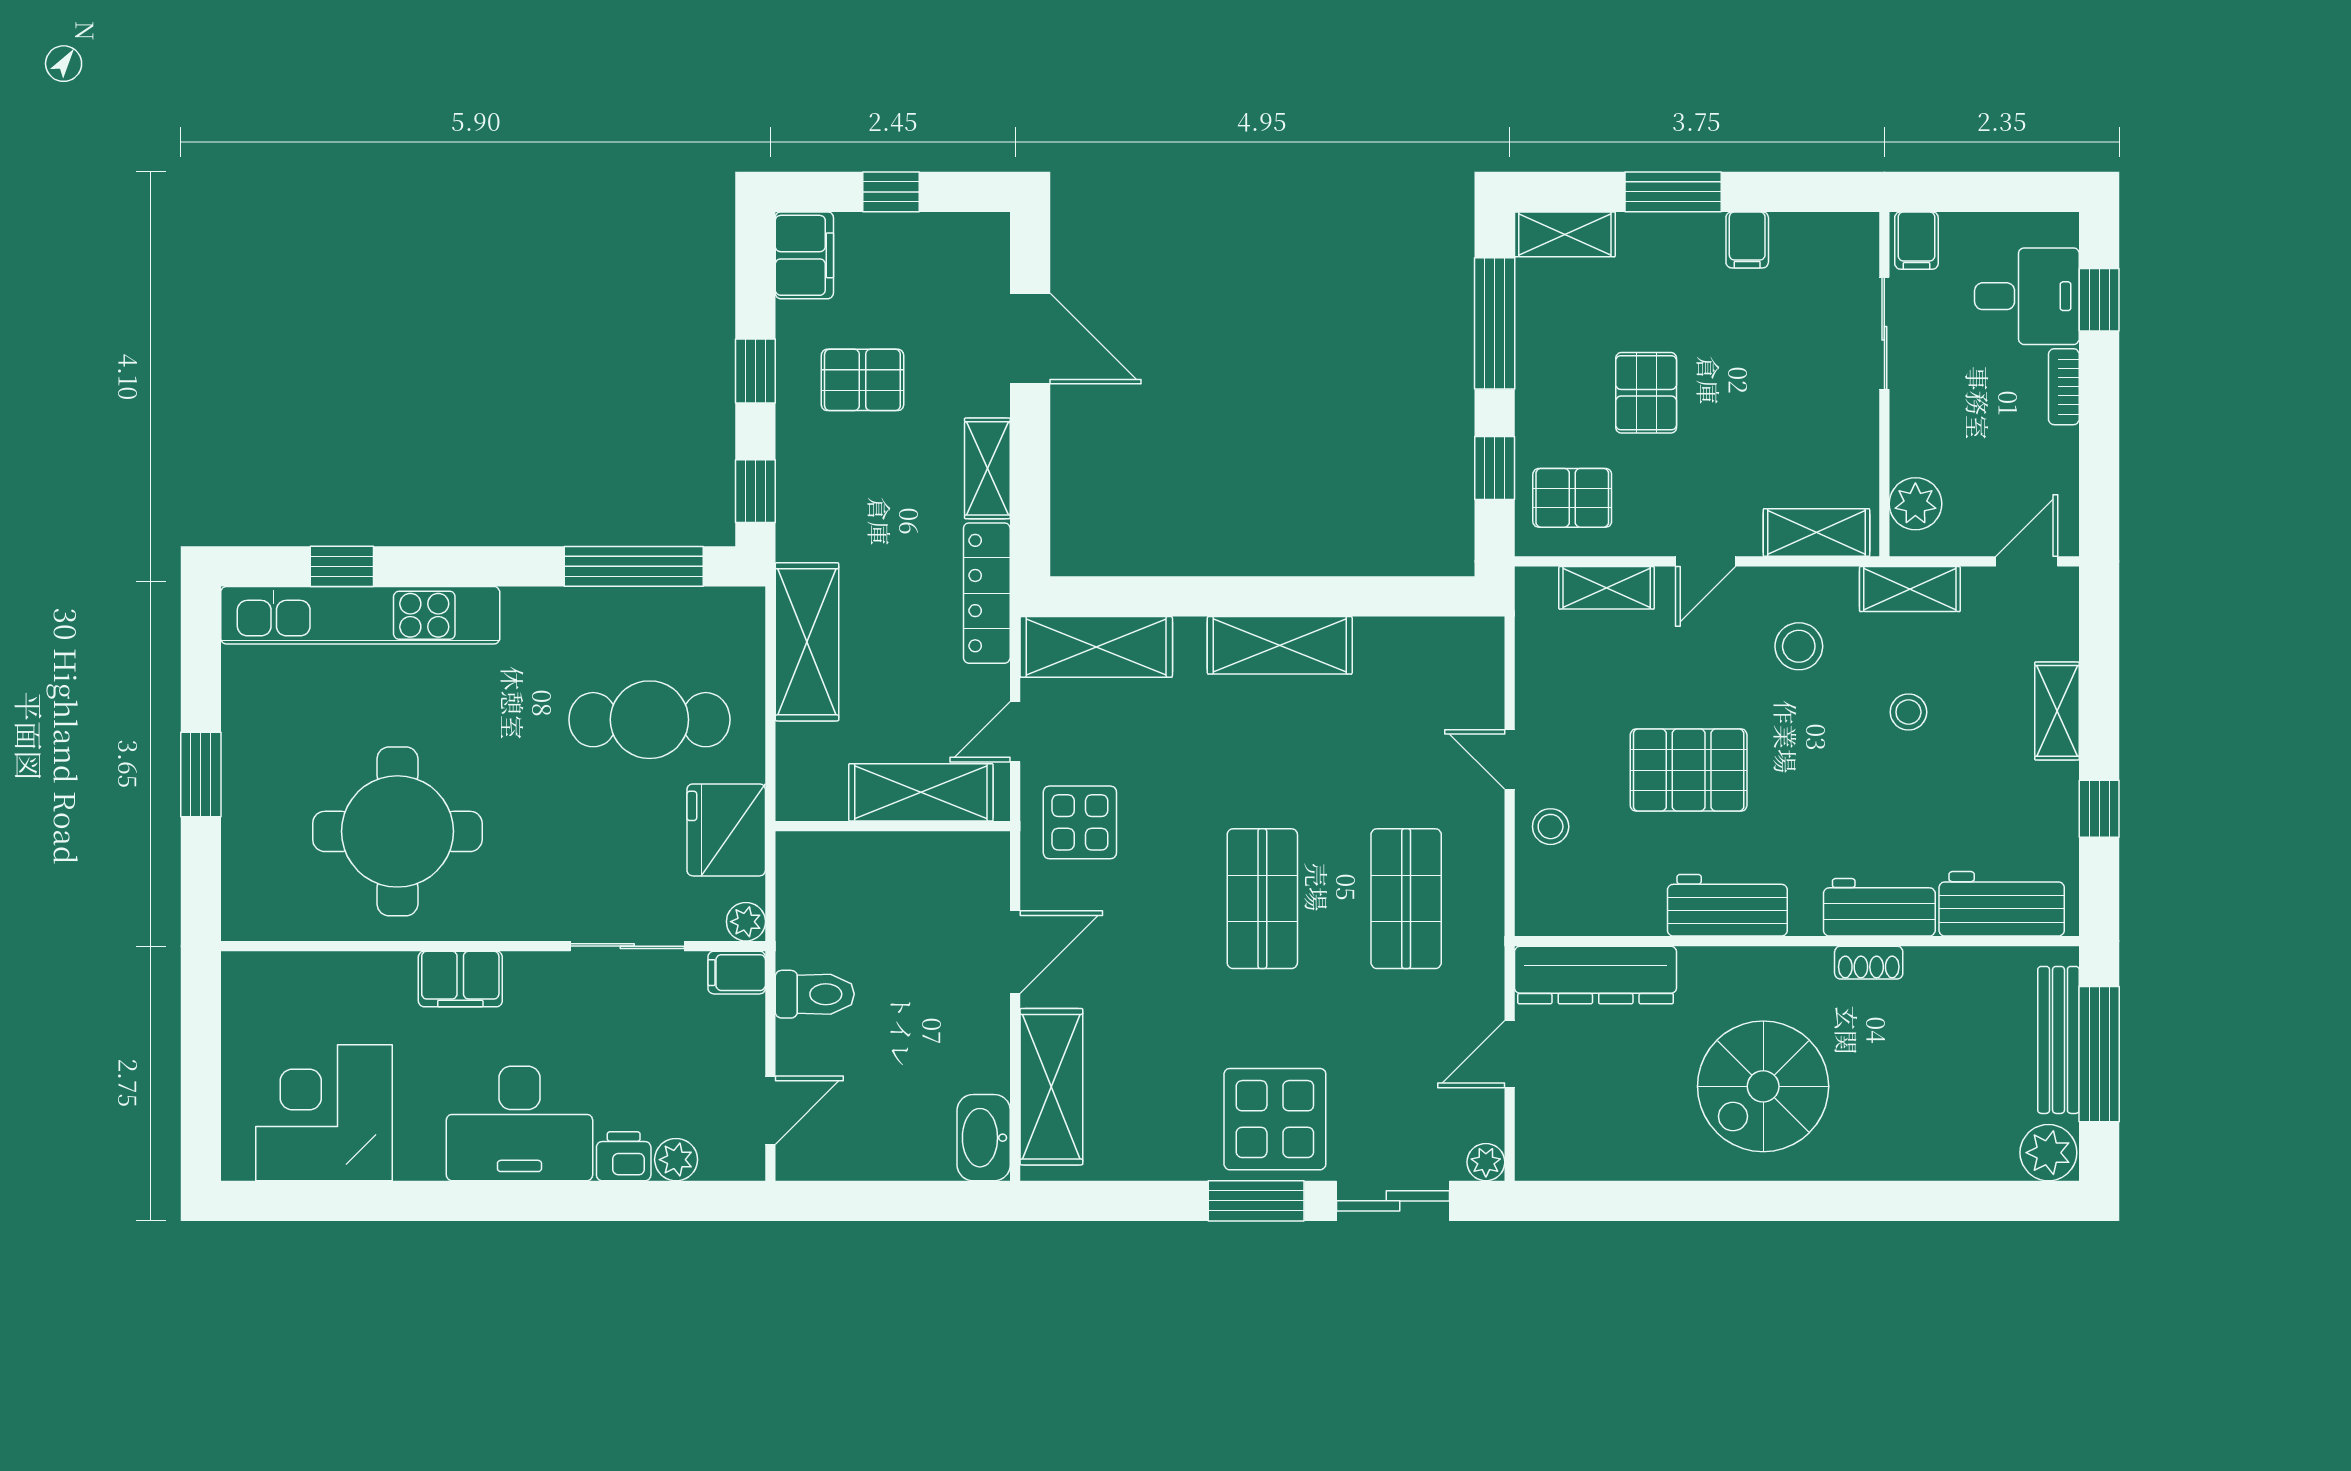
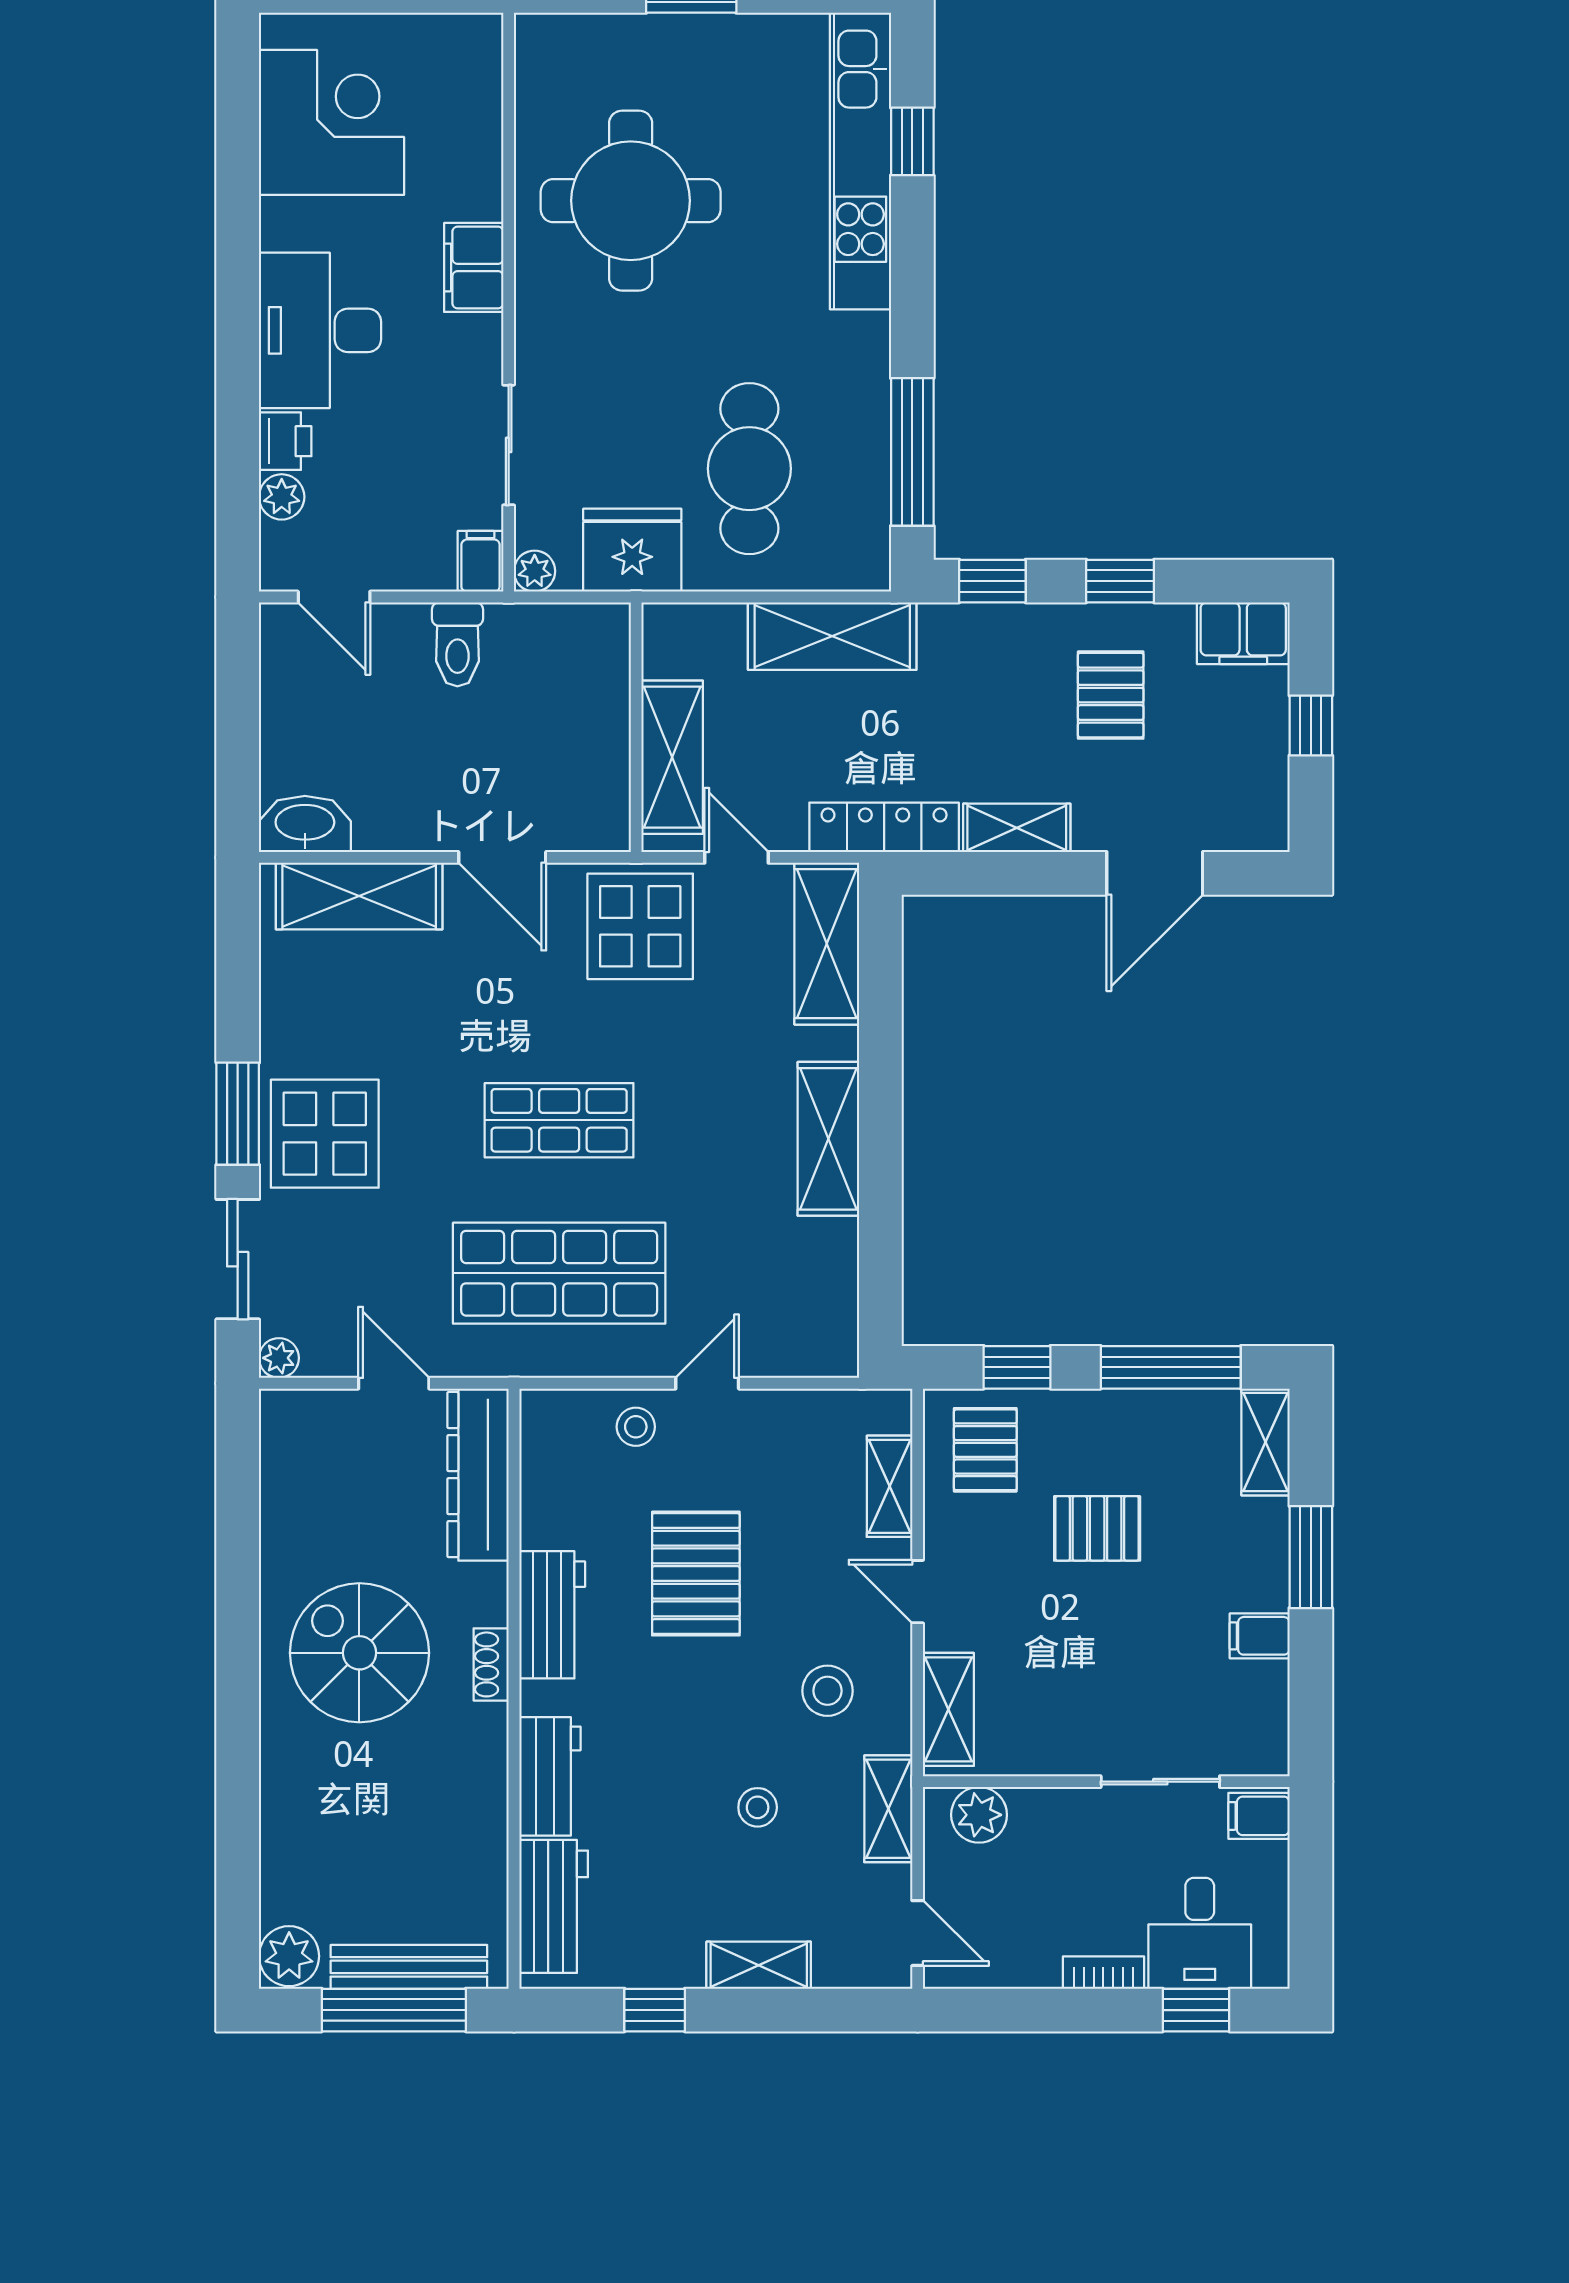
display table: (1080, 822) -> (640, 926), width x1.36, depth x1.36
shop shelf: (1406, 899) -> (559, 1273), width x1.43, depth x1.36
shoe rack: (1869, 963) -> (491, 1664), moved

